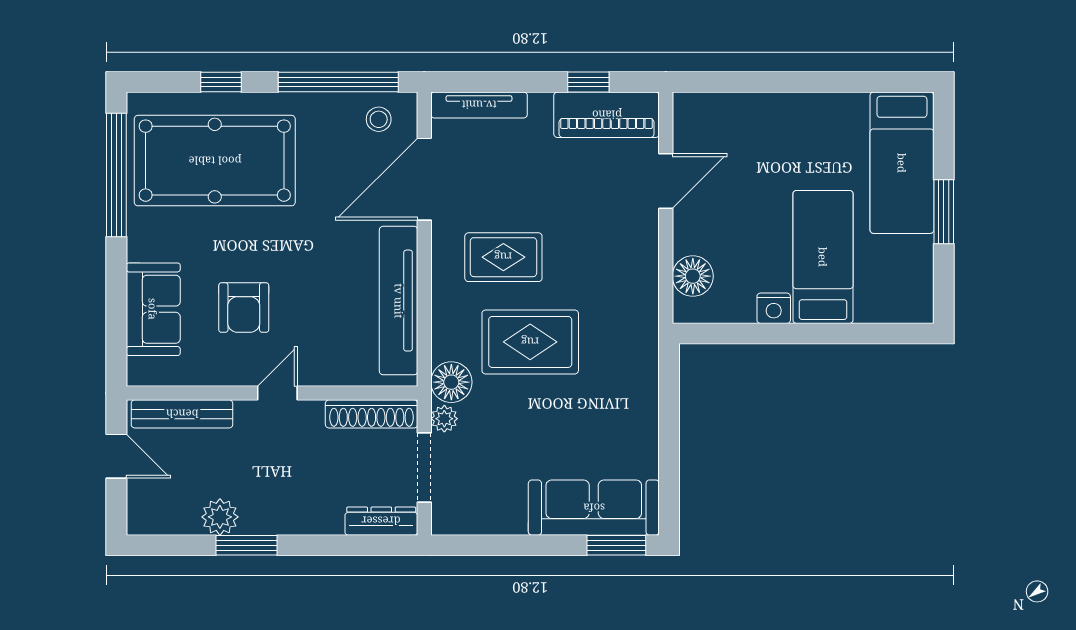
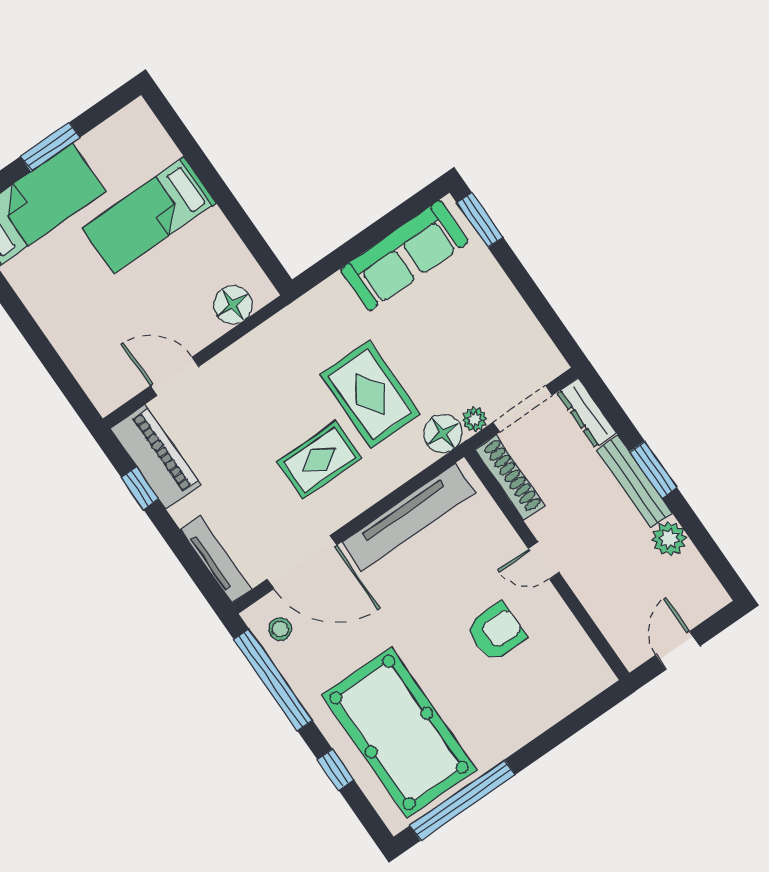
rug: (503, 257) -> (319, 460), turned 90
nightstand: (774, 308) -> (215, 226), removed
sofa: (153, 309) -> (546, 701), removed
bench: (182, 414) -> (634, 482), moved
sofa: (594, 508) -> (404, 256), moved, turned -90
window: (246, 545) -> (653, 470), moved

